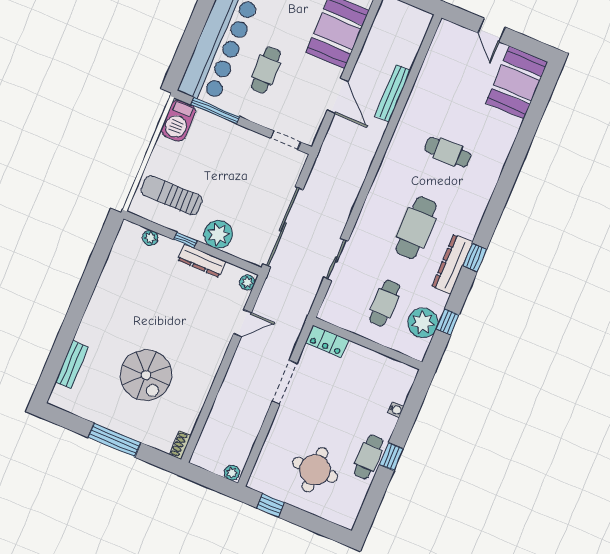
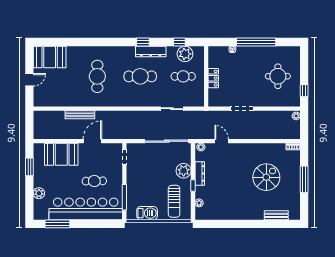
barbecue: (178, 121) -> (147, 213), moved
cafe table: (448, 152) -> (97, 76), width x1.37, depth x1.35
locker: (327, 341) -> (213, 78), moved
cafe table: (368, 457) -> (261, 53), removed
window: (391, 457) -> (256, 42), width x3.17

